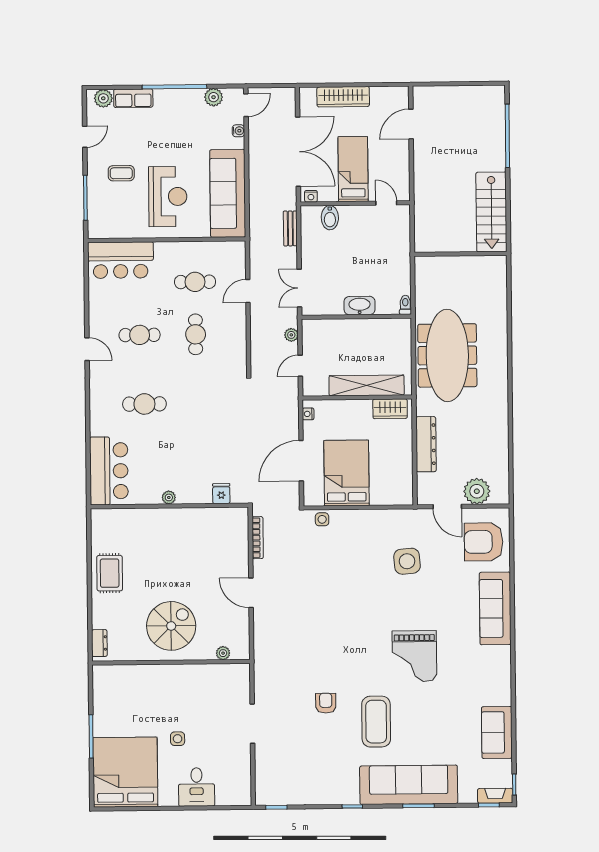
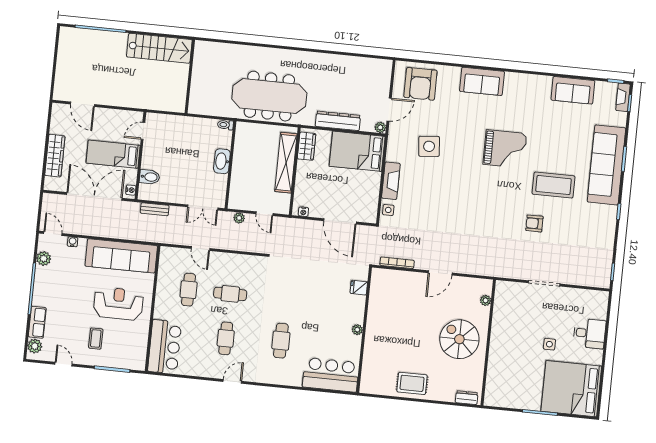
bed: (346, 473) -> (357, 151), moved
plant: (477, 491) -> (380, 127), moved, width x0.53, depth x0.53
fireplace: (359, 519) -> (391, 181), added
sofa: (495, 608) -> (482, 81), width x0.73

